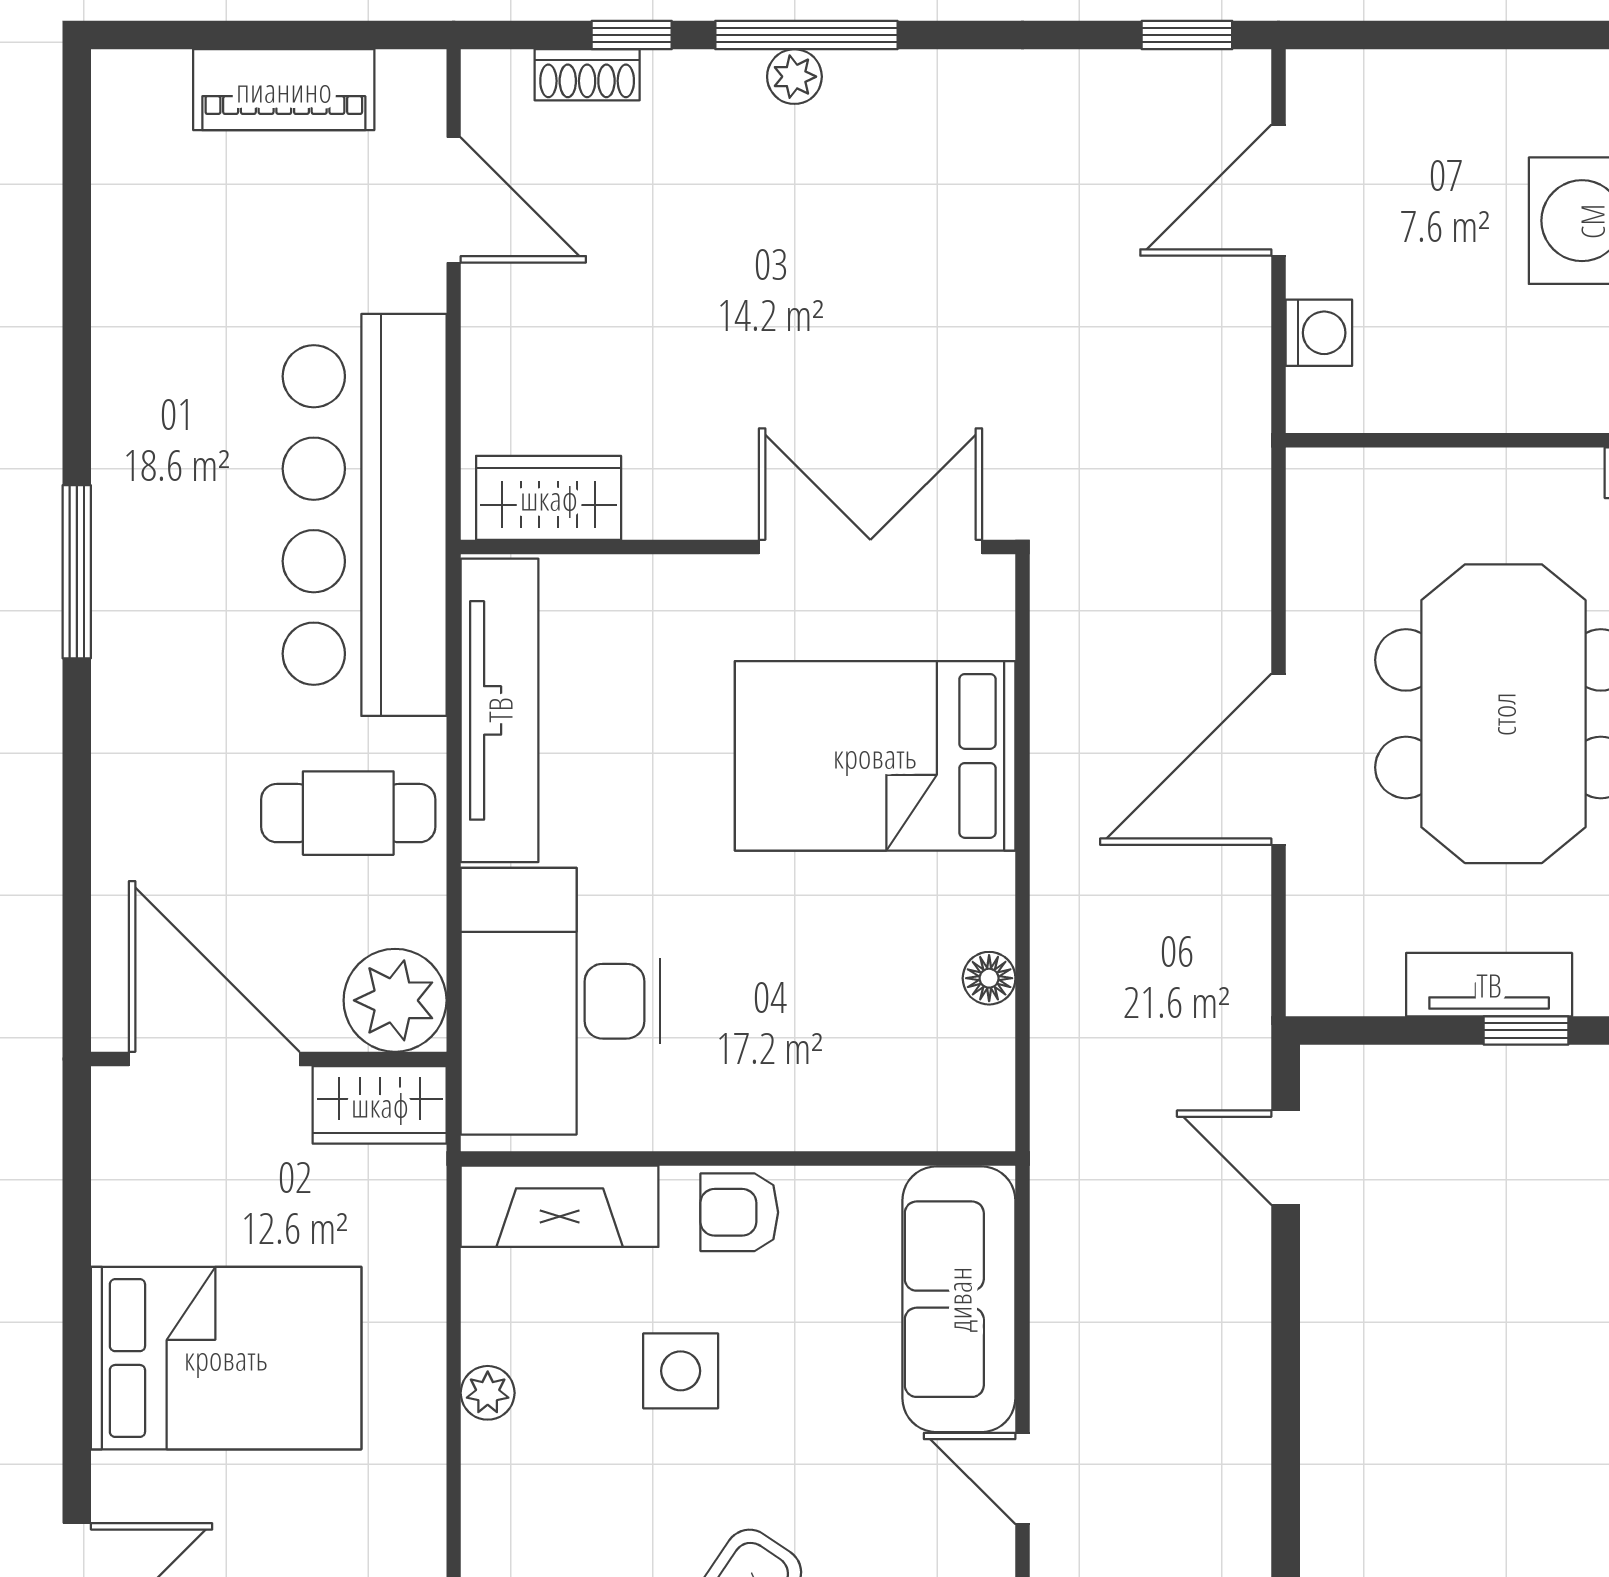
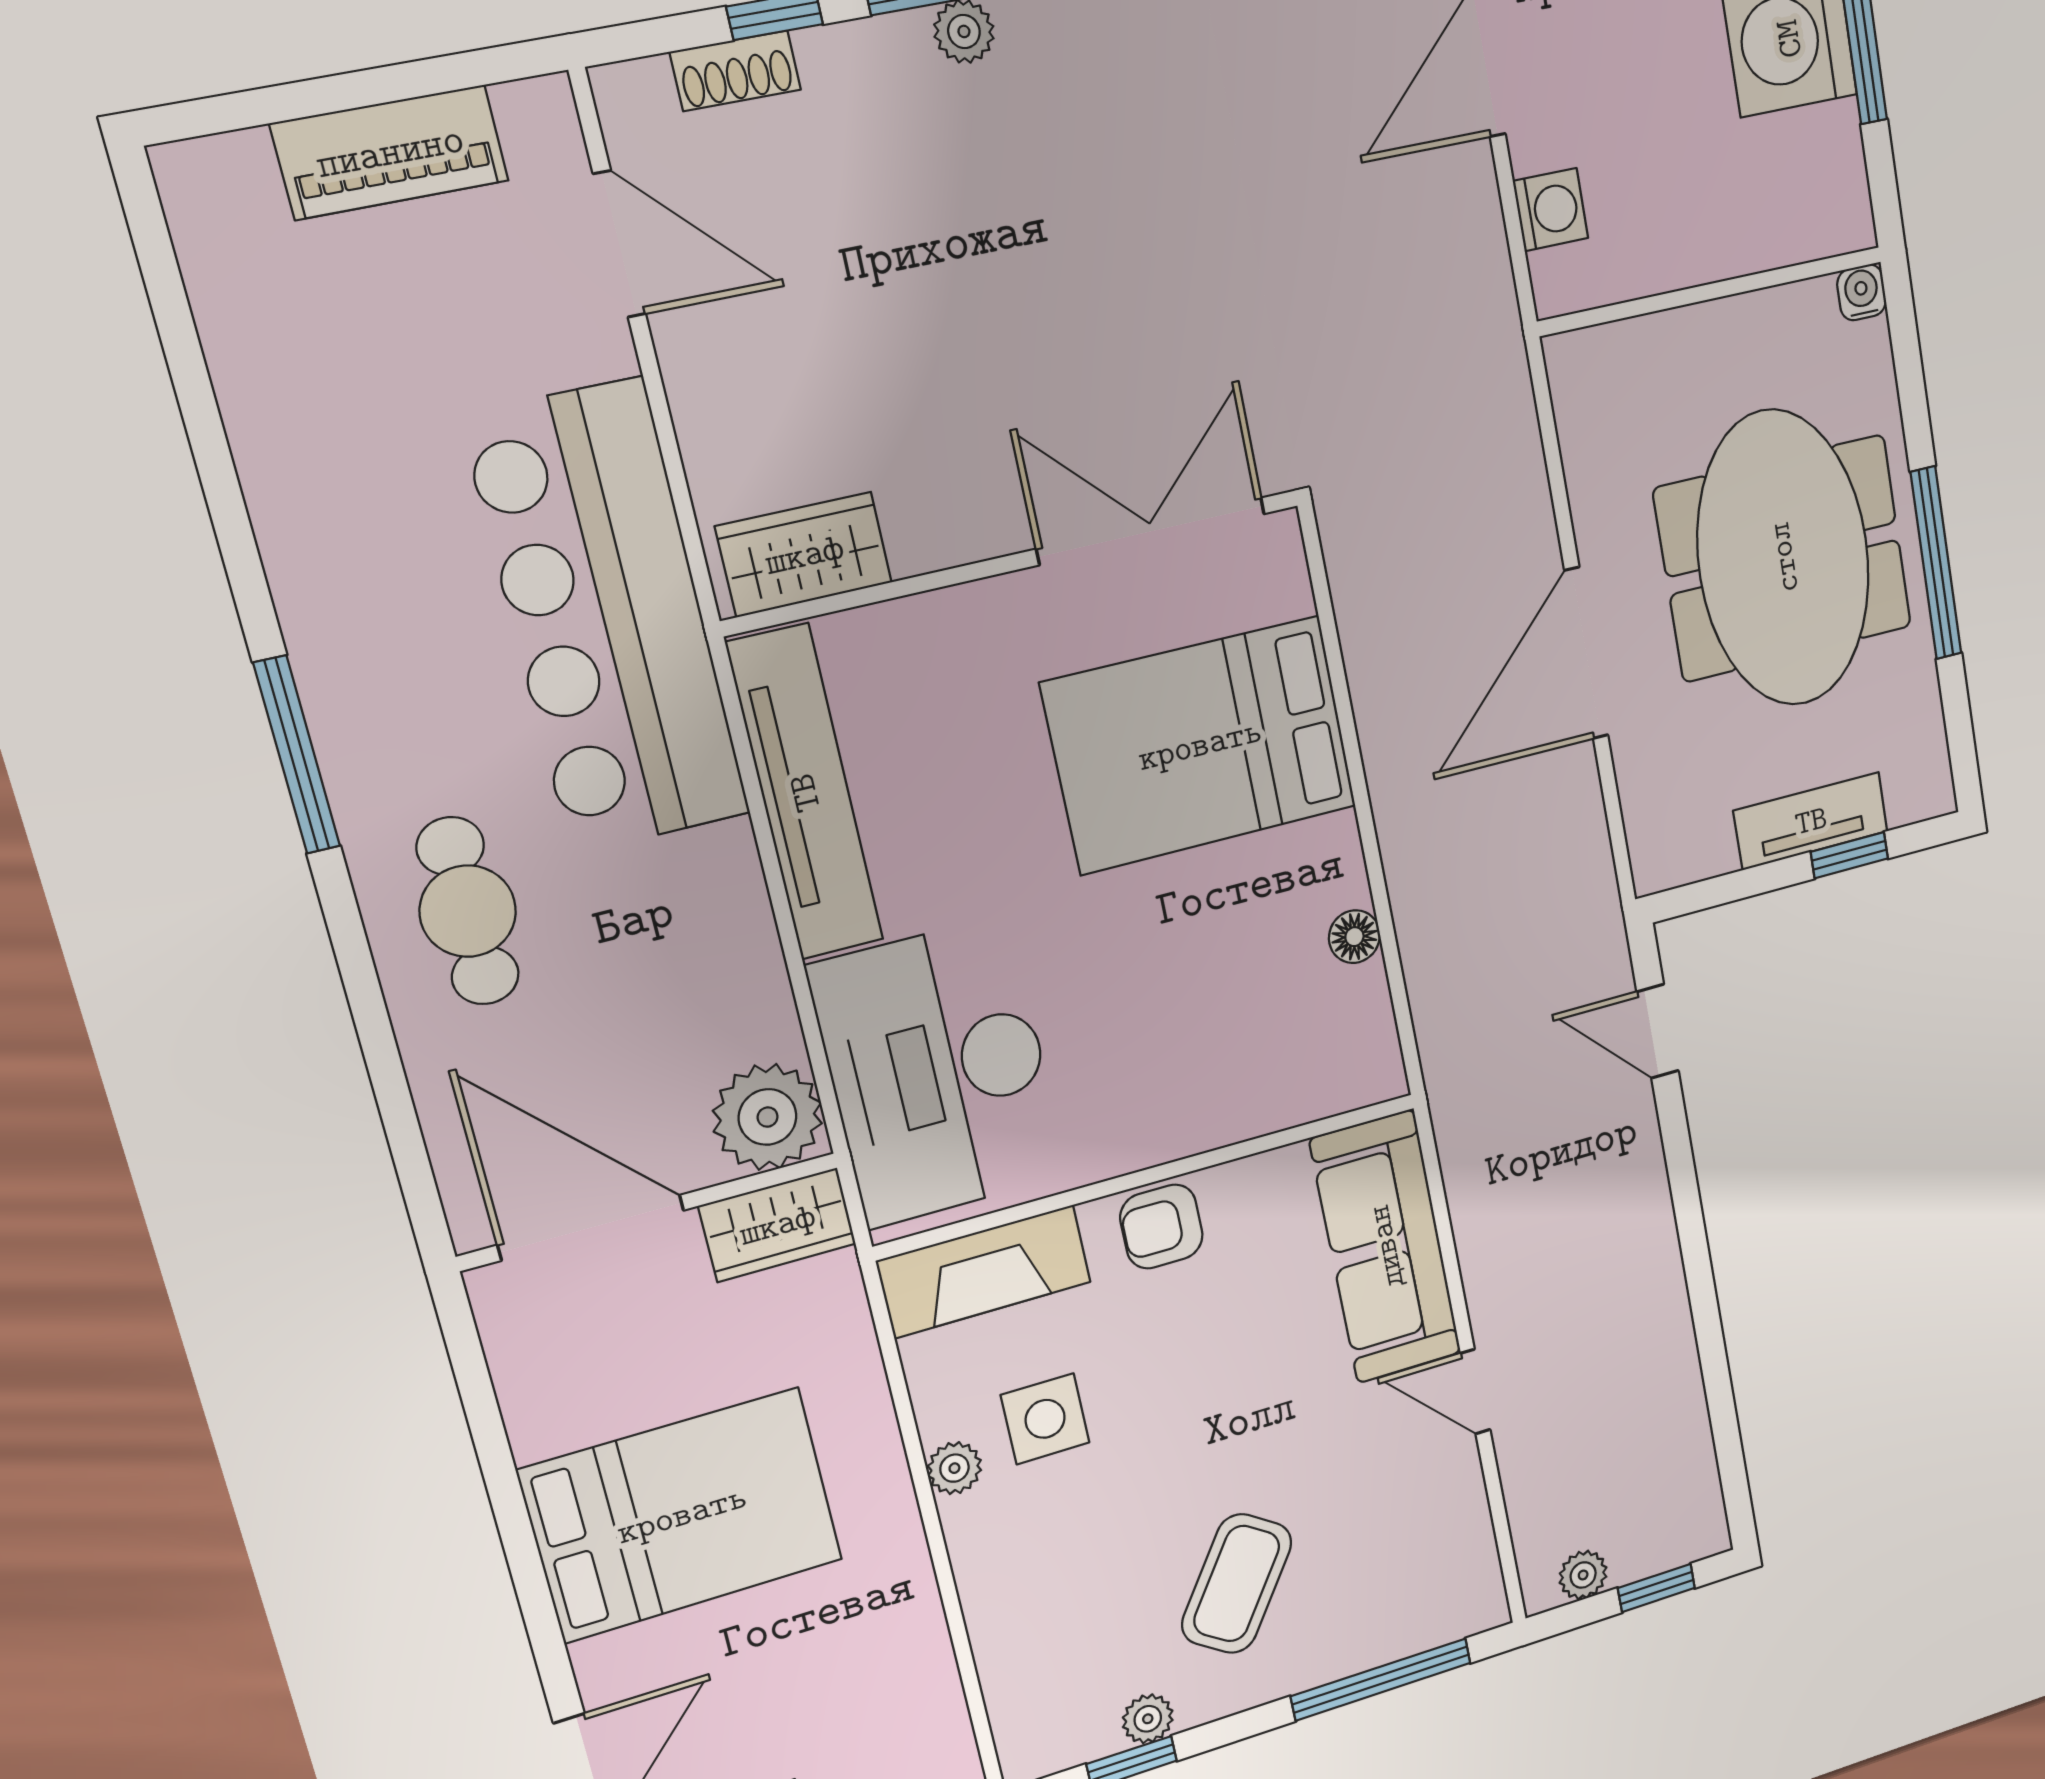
cafe table: (348, 813) -> (468, 911), moved, turned 90
side table: (681, 1371) -> (1045, 1419), moved

